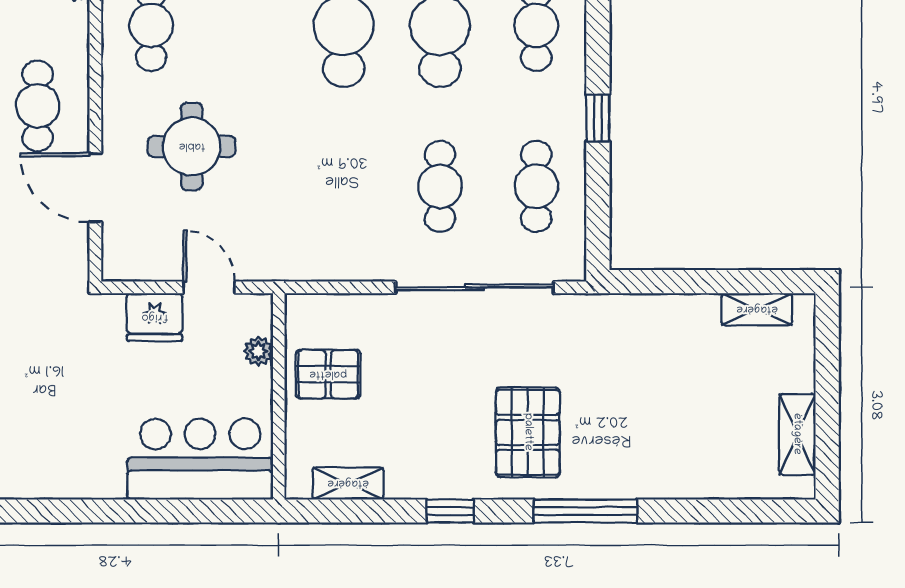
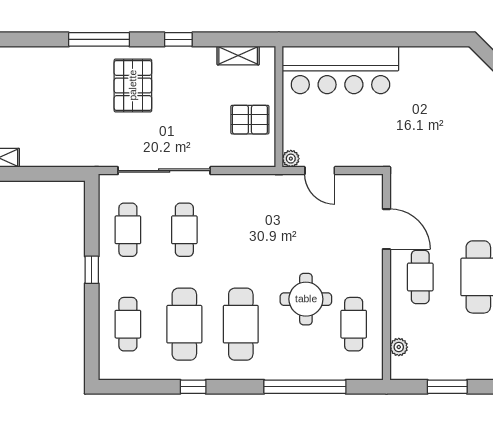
round table: (192, 146) -> (306, 299), moved
fridge: (155, 317) -> (352, 153), removed
plant: (258, 351) -> (291, 159), moved
bar counter: (200, 459) -> (340, 70), width x1.36

